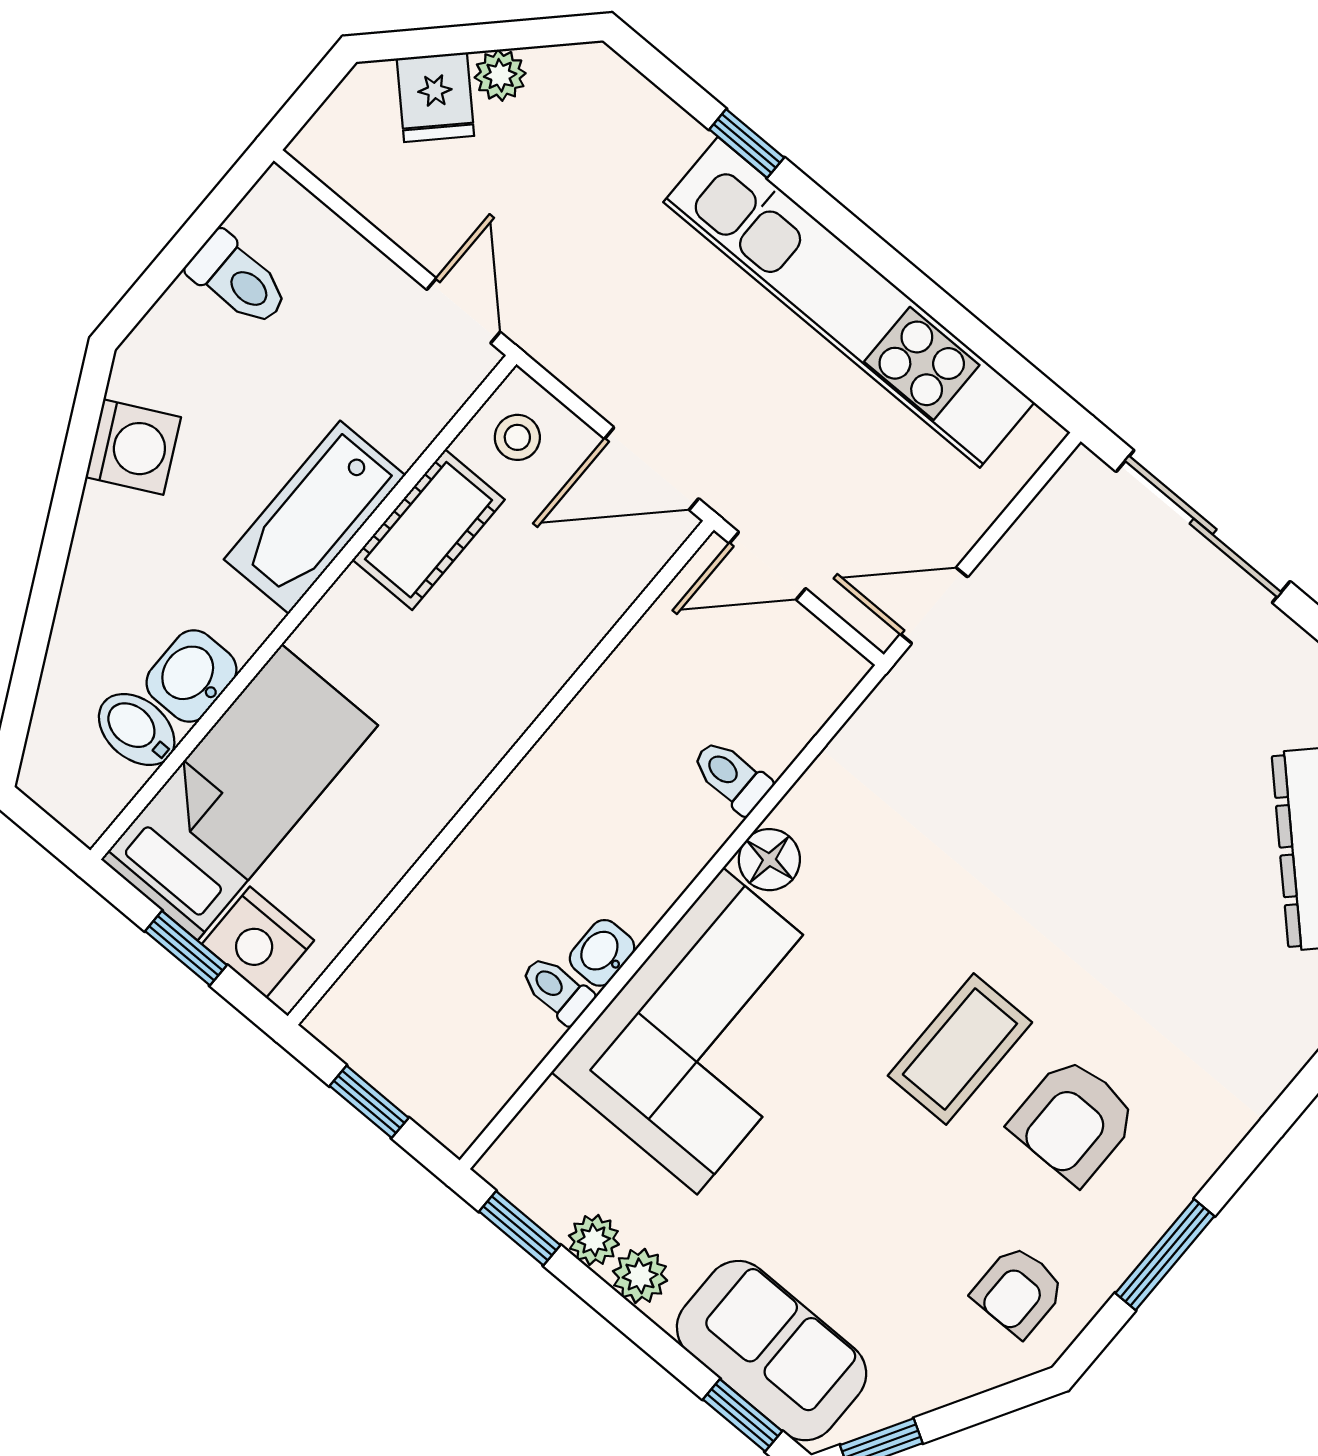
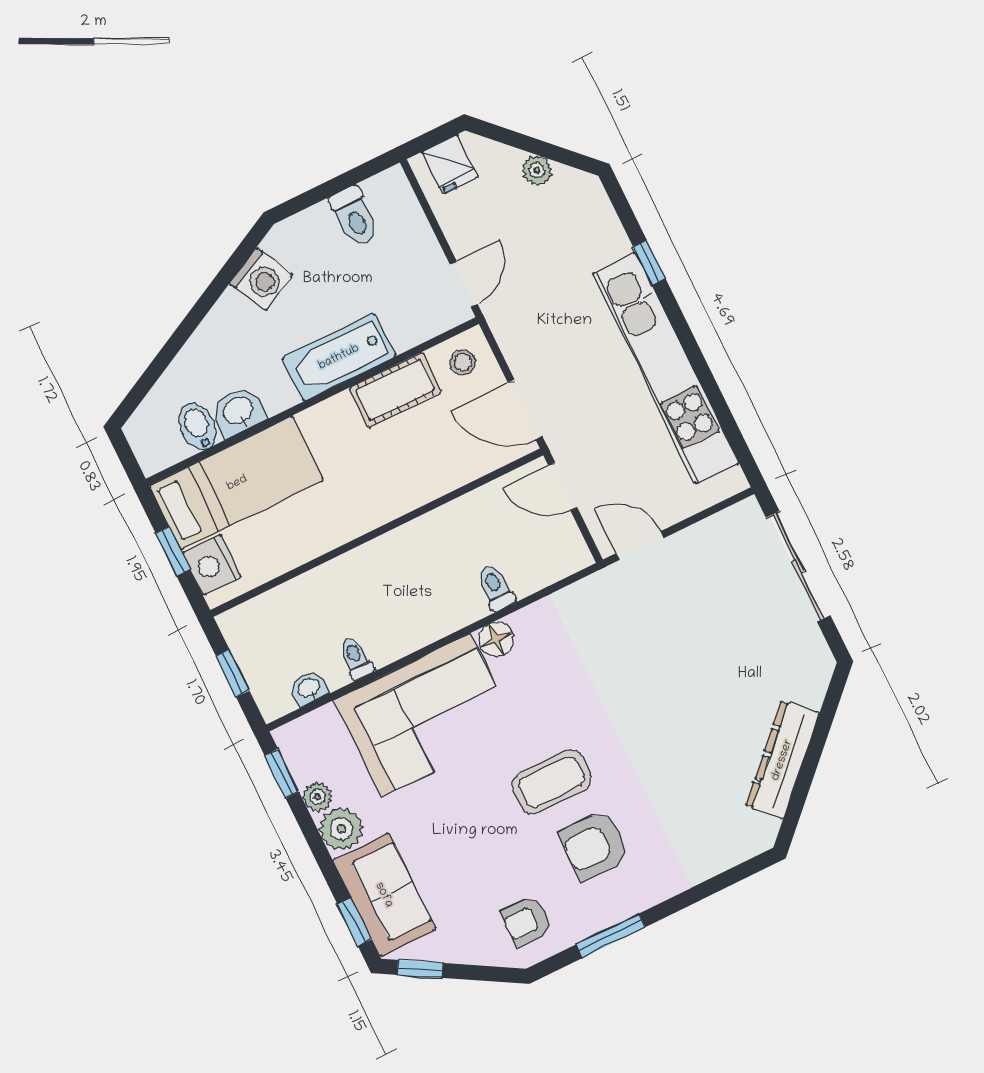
fridge: (435, 97) -> (450, 164), moved, turned -45
washbasin: (602, 953) -> (309, 688), moved
plant: (640, 1276) -> (341, 829), width x1.38, depth x1.38

